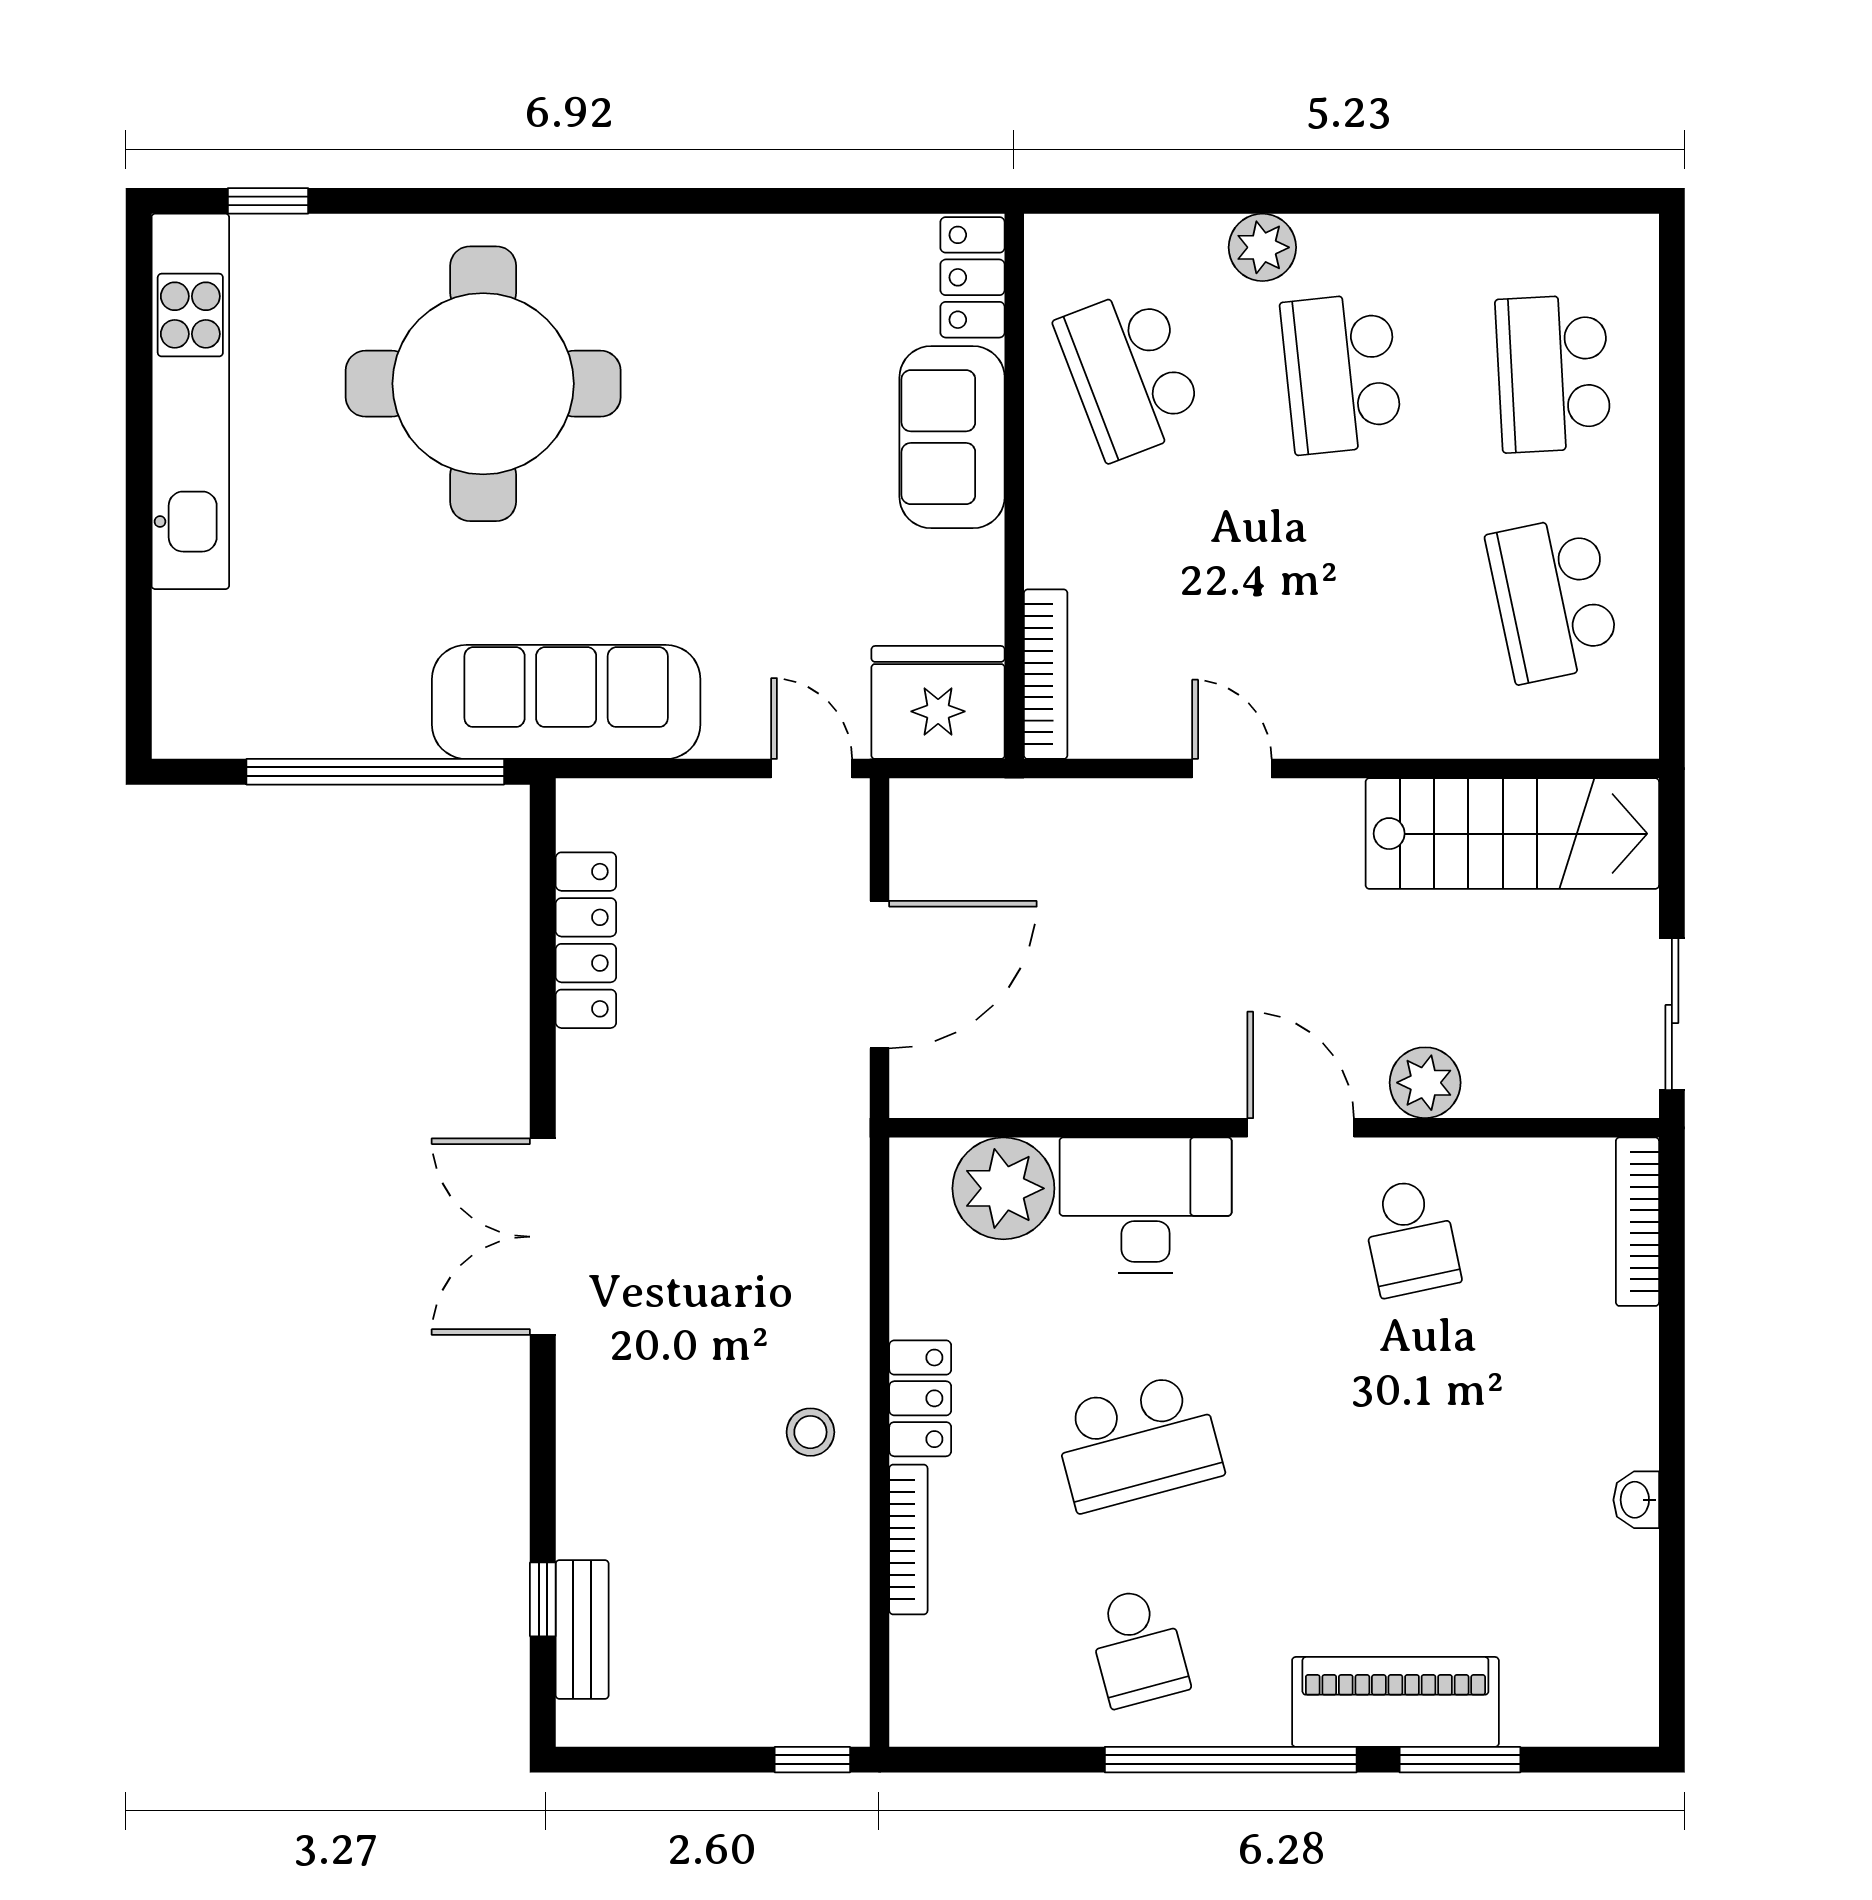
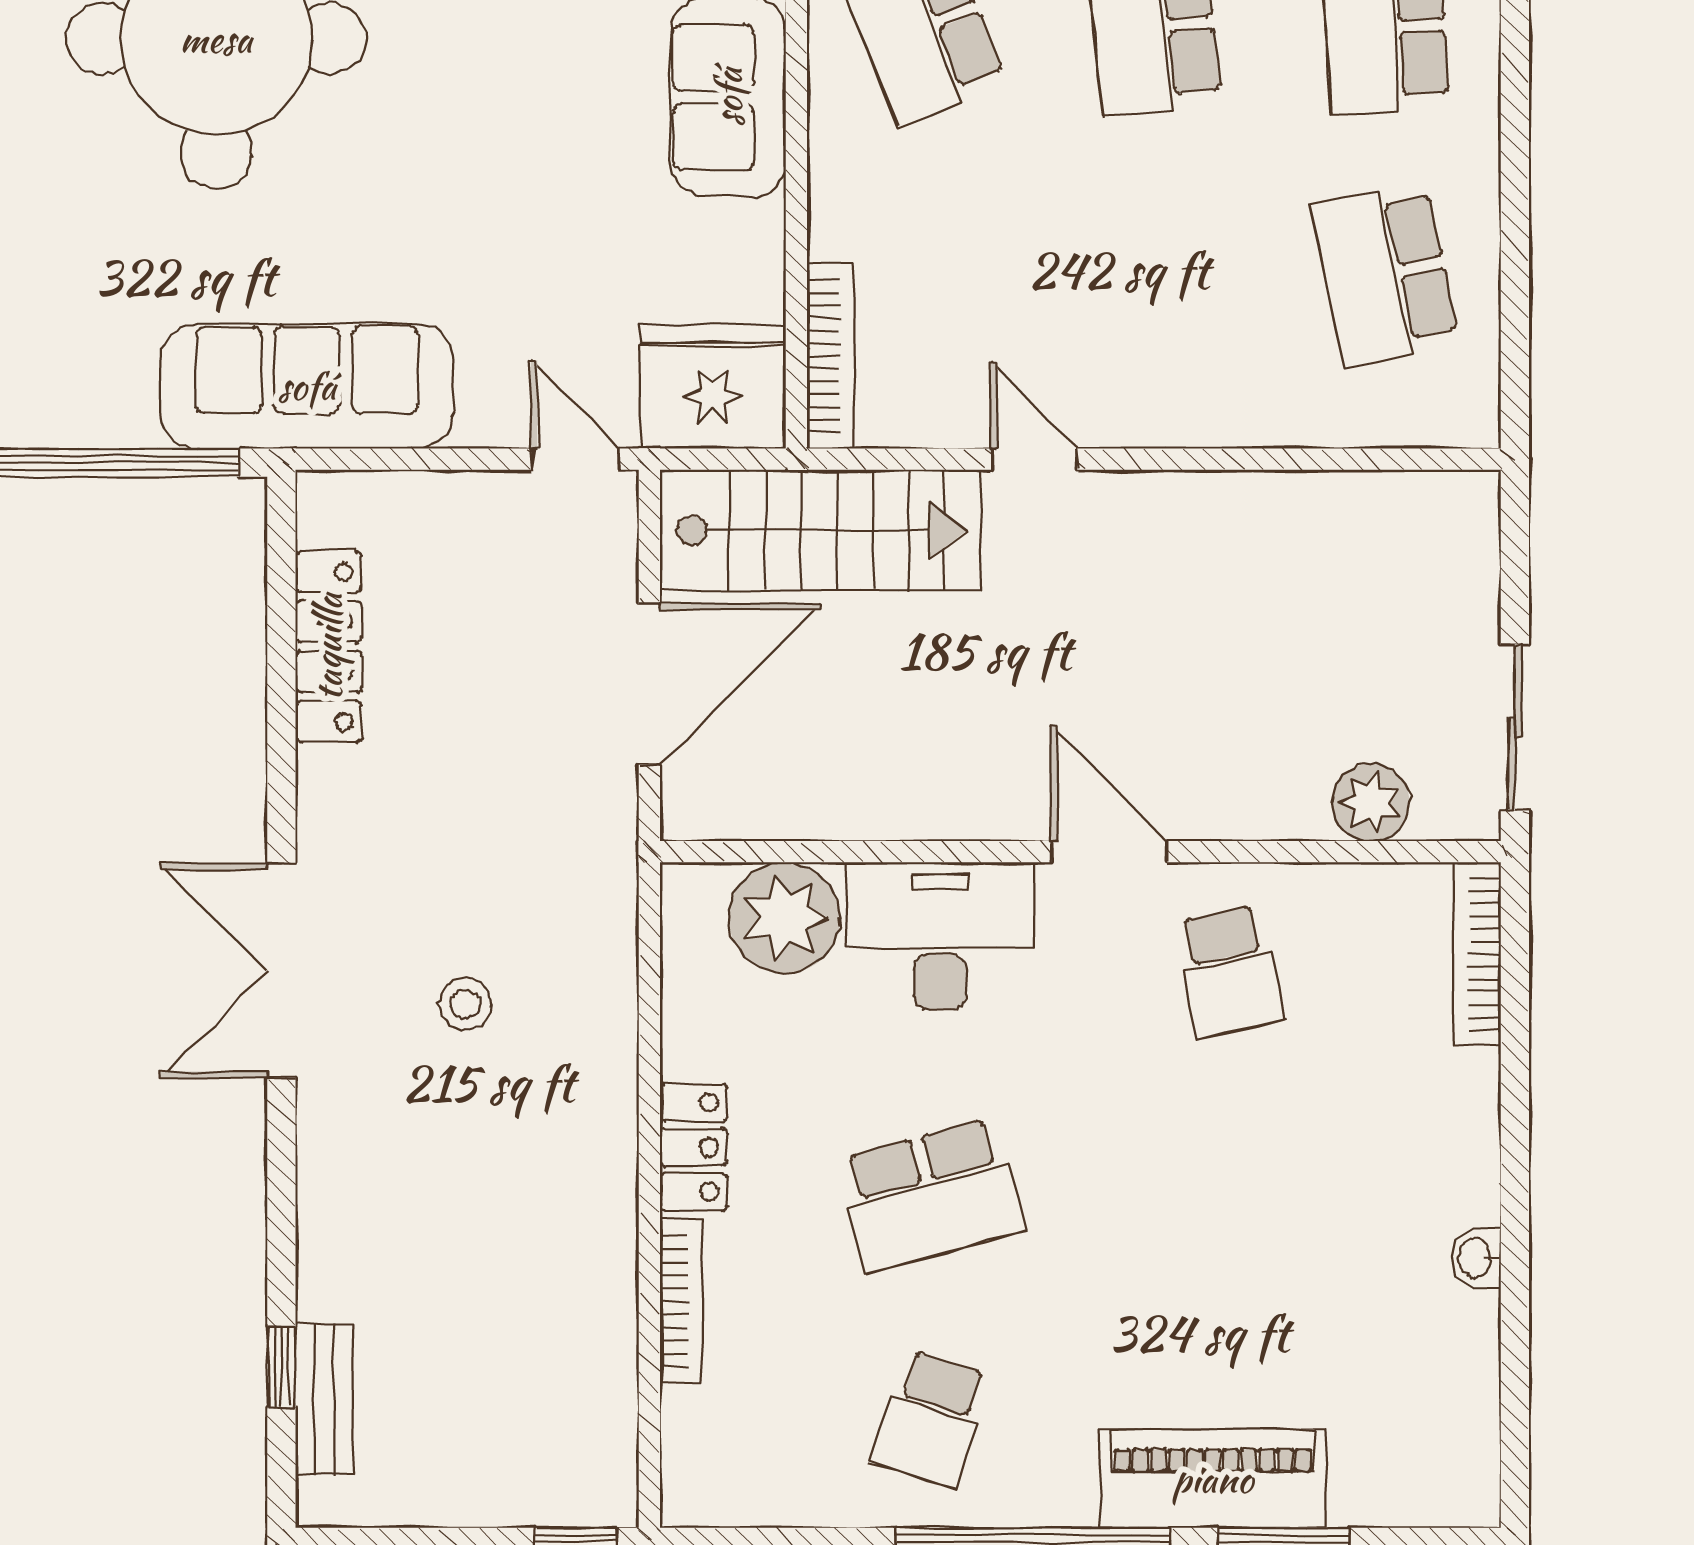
stairs: (1512, 834) -> (820, 530), moved
plant: (1425, 1083) -> (1371, 802), moved
stool: (810, 1432) -> (465, 1004), moved
school desk: (1138, 1647) -> (931, 1419), turned 33

